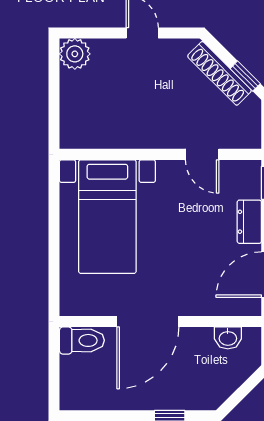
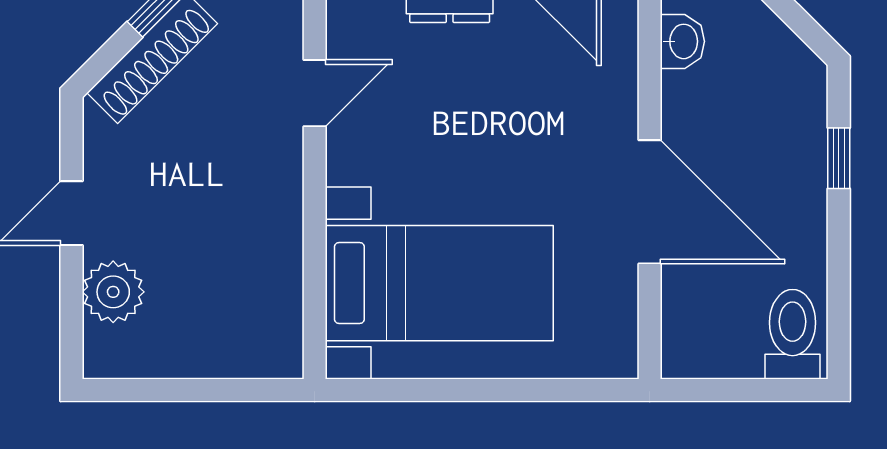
plant: (75, 54) -> (113, 292), moved
toilet: (82, 340) -> (793, 334), moved

